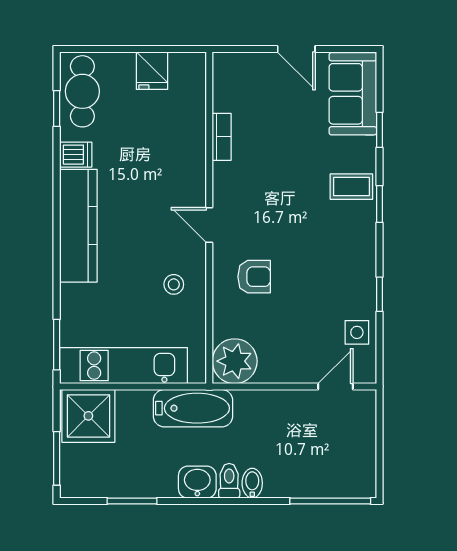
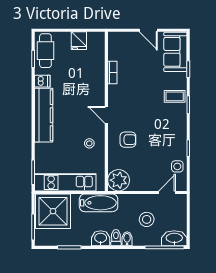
shower: (88, 416) -> (53, 211), width x1.37, depth x1.37
stool: (293, 443) -> (147, 219), added
washbasin: (351, 482) -> (174, 238), added

